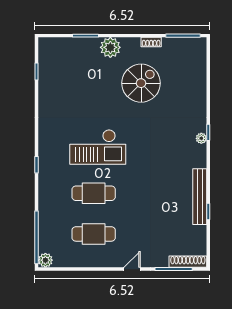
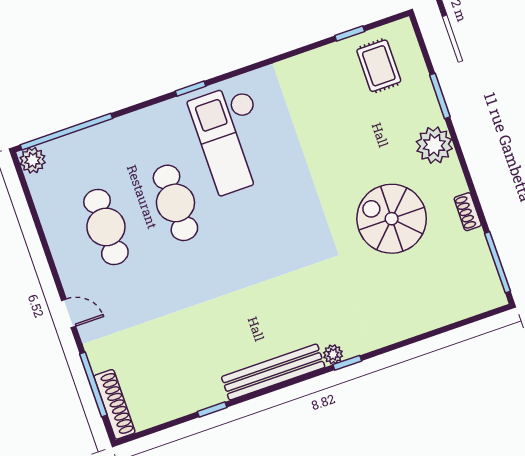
rug: (59, 62) -> (379, 66), added
spiral stairs: (141, 83) -> (392, 219), turned 180
checkout: (98, 147) -> (233, 139), moved
bench: (200, 197) -> (273, 372), moved

